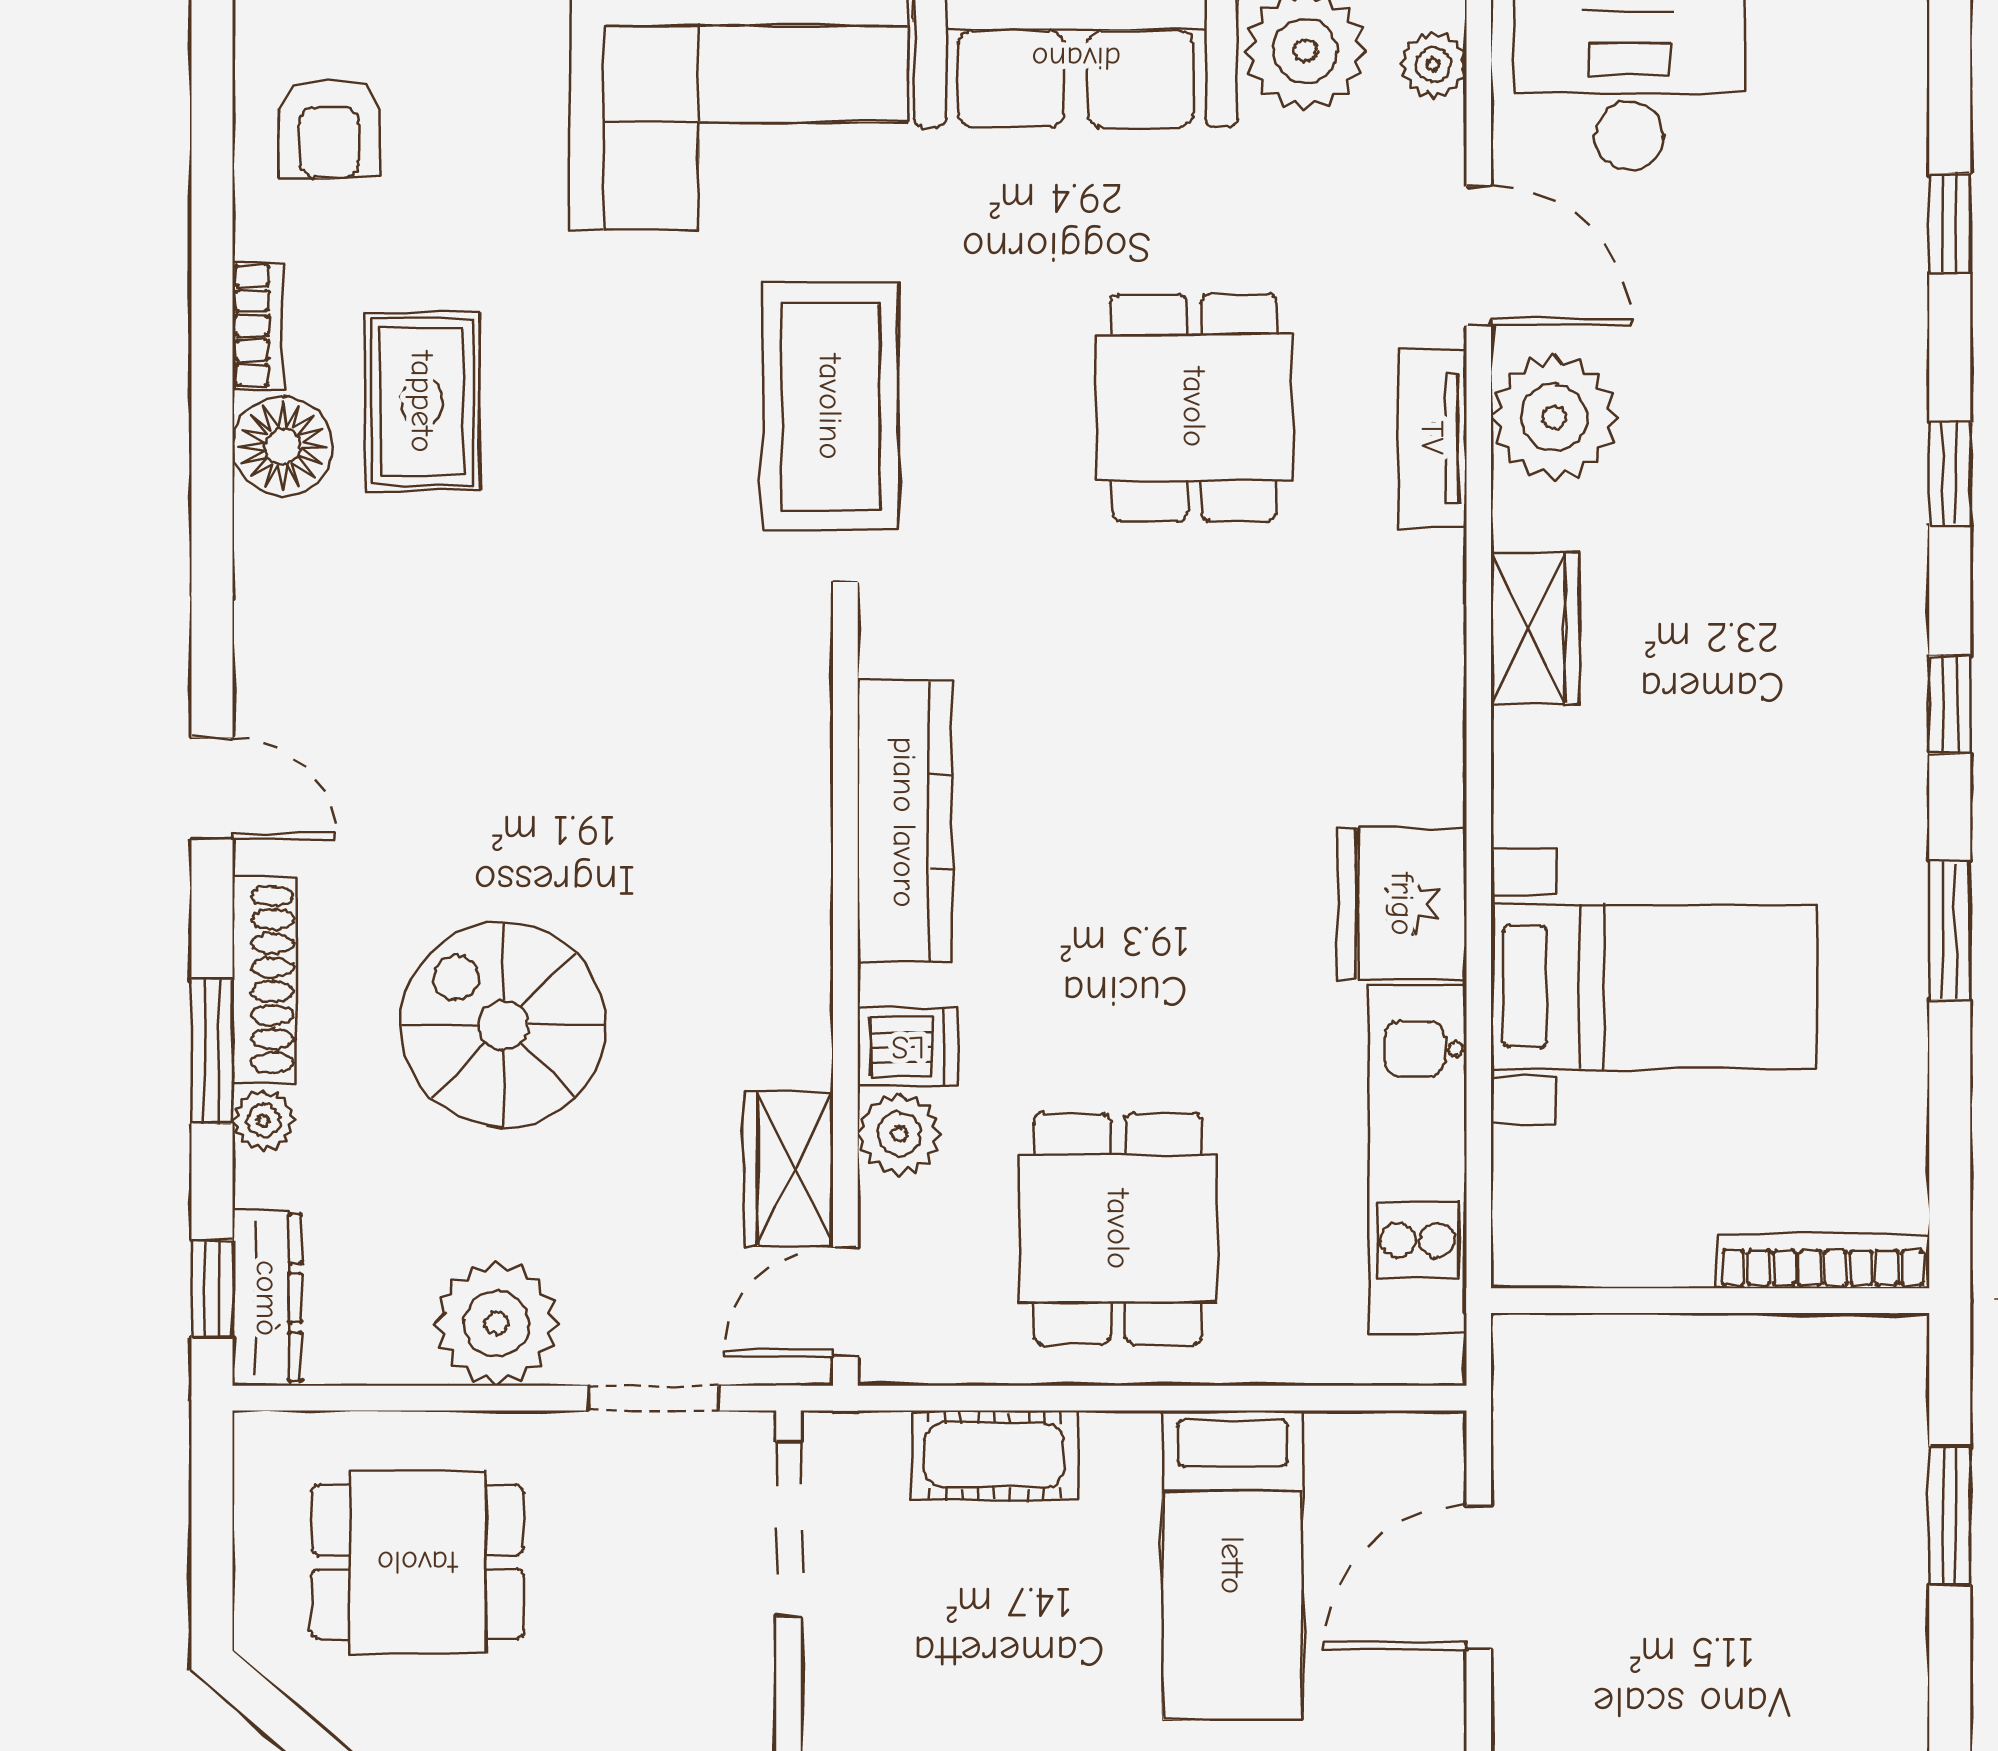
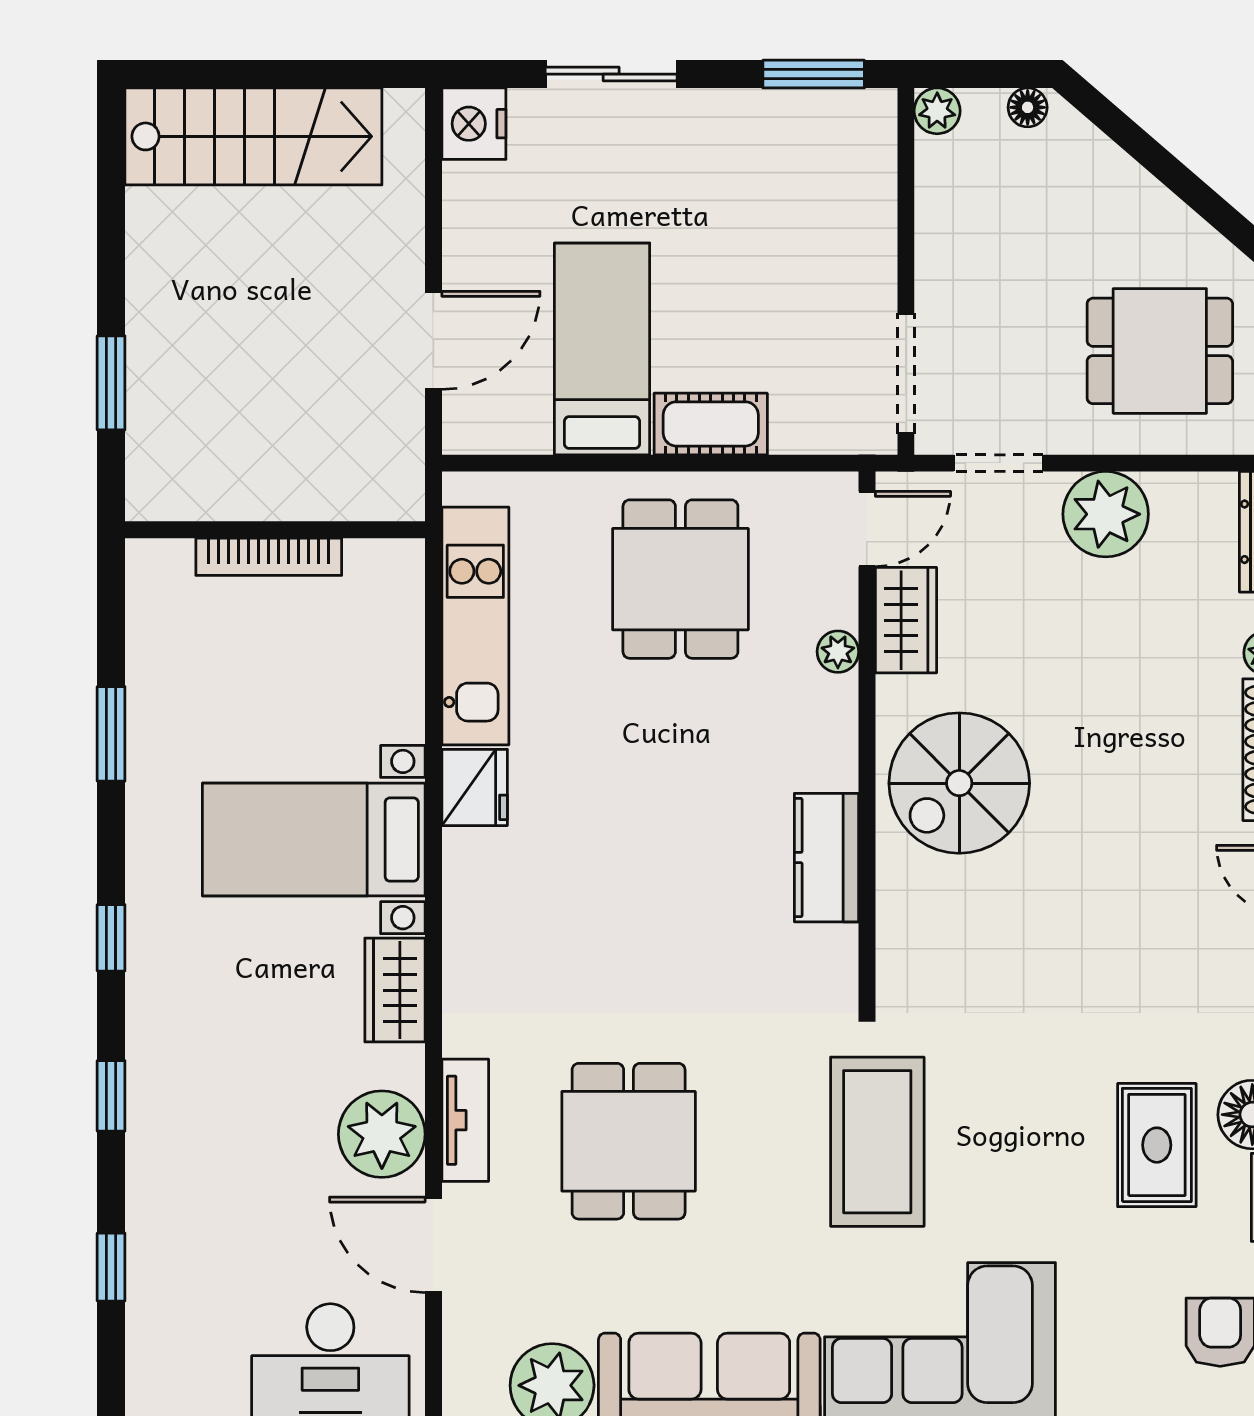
plant: (1433, 64) -> (465, 1376), removed
kitchen counter: (904, 822) -> (826, 858), width x0.67
fridge: (1402, 904) -> (475, 787), width x0.73, depth x0.75
window: (1950, 930) -> (111, 734), moved
bed with nightstands: (1654, 987) -> (314, 840), moved
spiral stairs: (503, 1025) -> (959, 783), moved, turned 90
dishwasher: (908, 1047) -> (824, 703), removed
plant: (899, 1134) -> (838, 652), width x0.73, depth x0.73
bookcase: (1823, 1261) -> (269, 557), moved
cot: (994, 1455) -> (711, 424), moved

